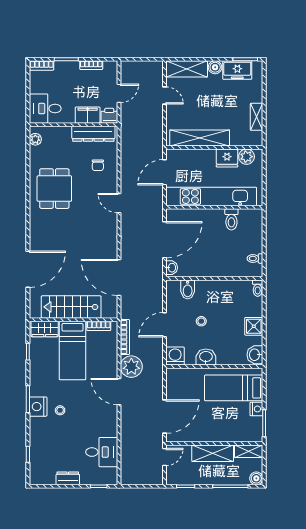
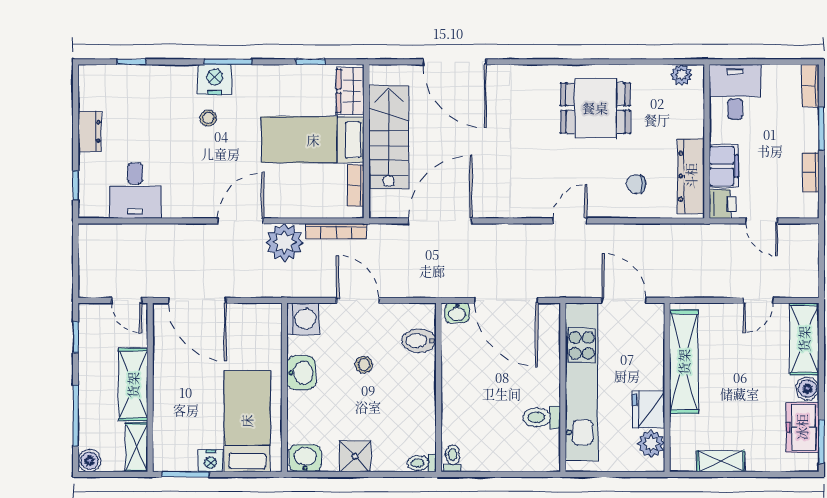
toilet: (255, 258) -> (453, 458), moved

